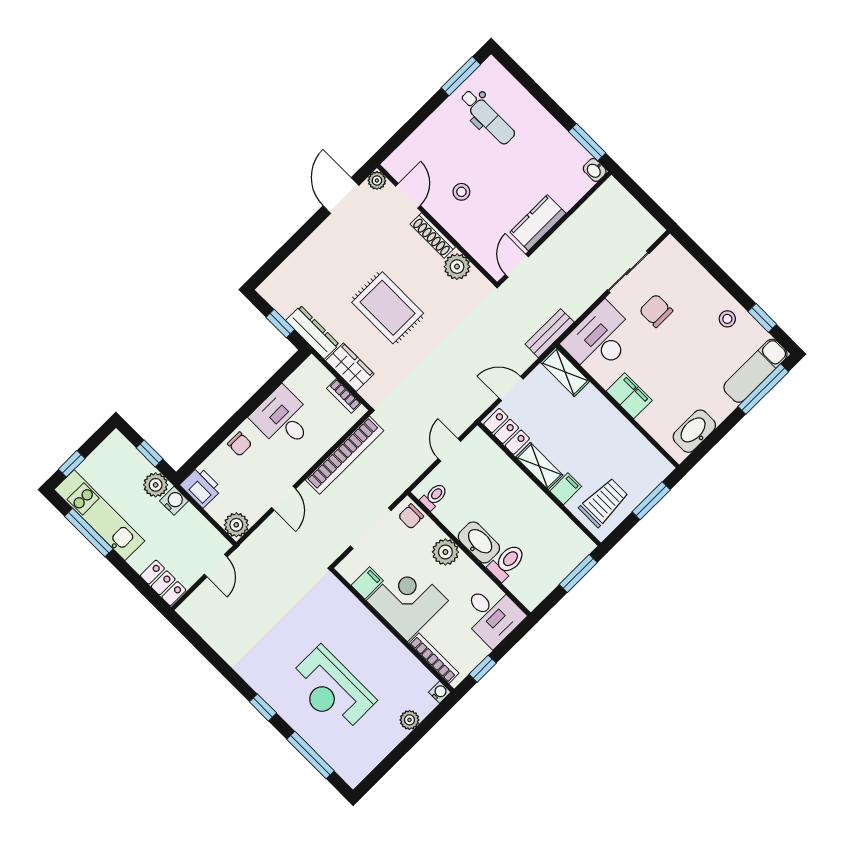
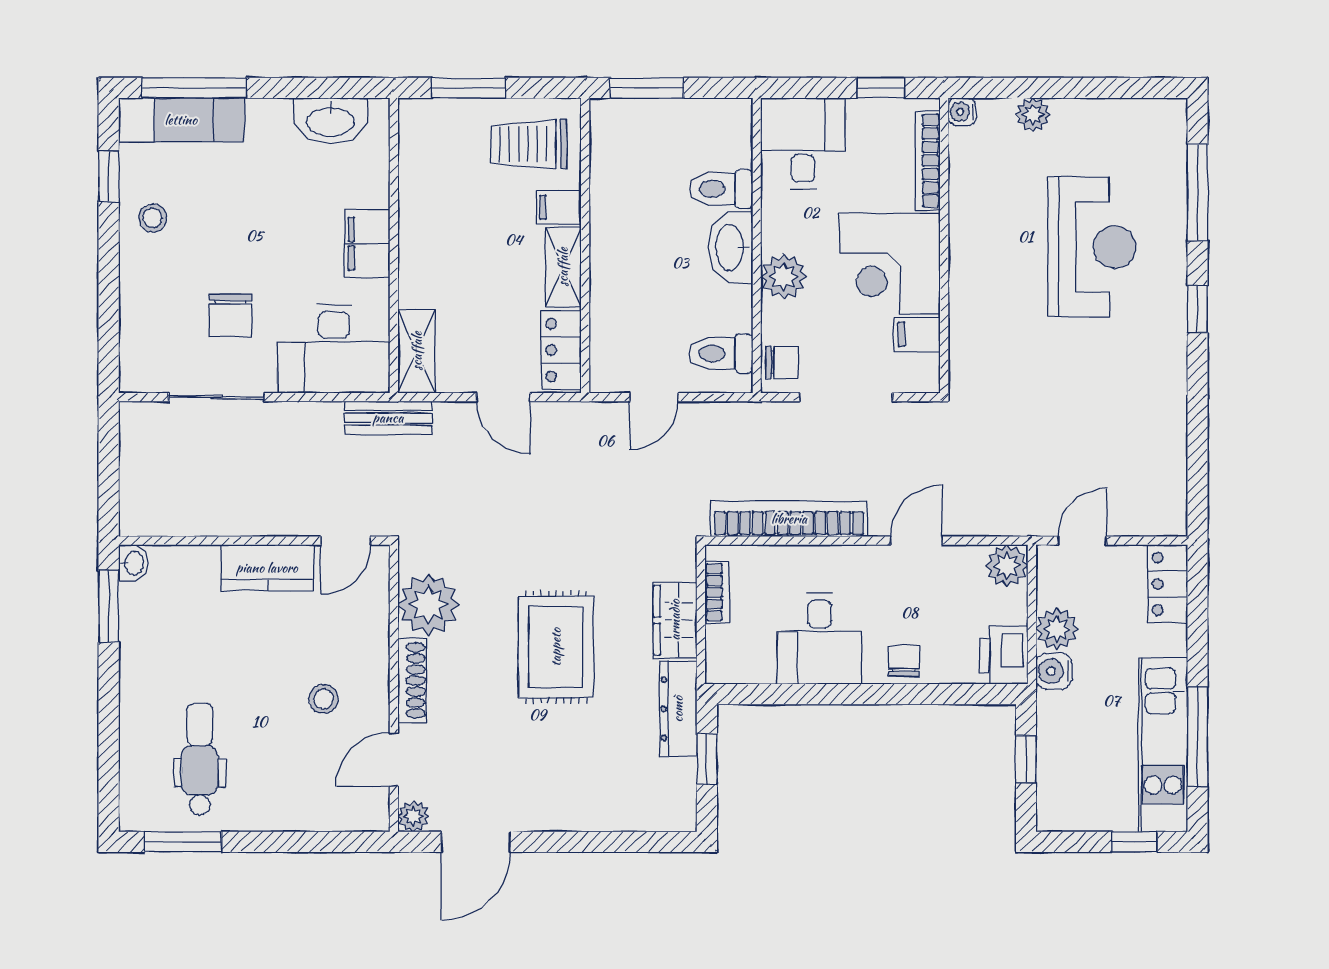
plant: (457, 267) -> (429, 604), width x1.36, depth x1.36
plant: (156, 485) -> (1057, 629), moved
toilet: (434, 496) -> (721, 354), width x1.37, depth x1.39

